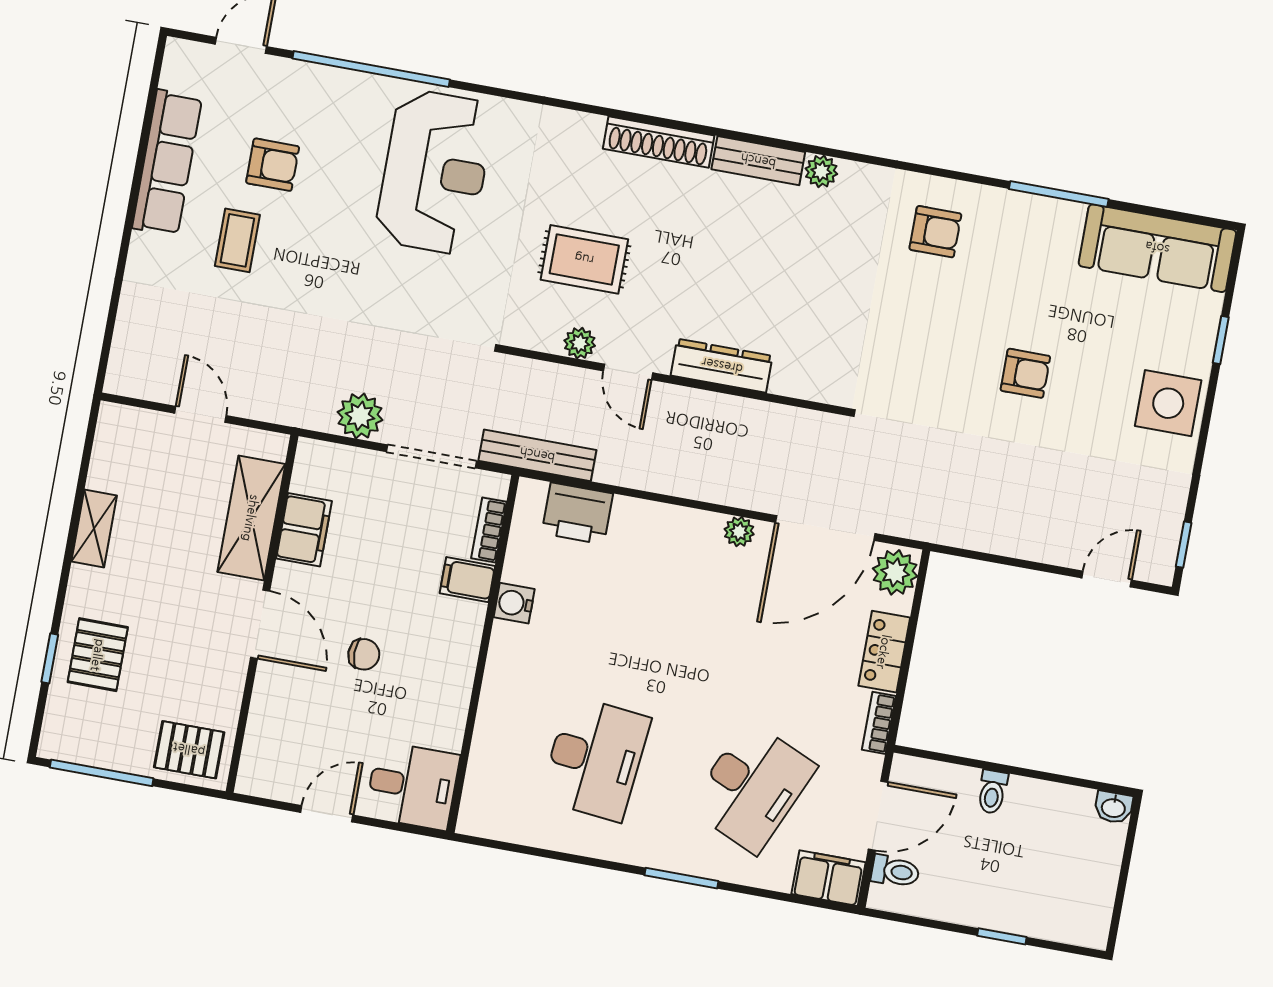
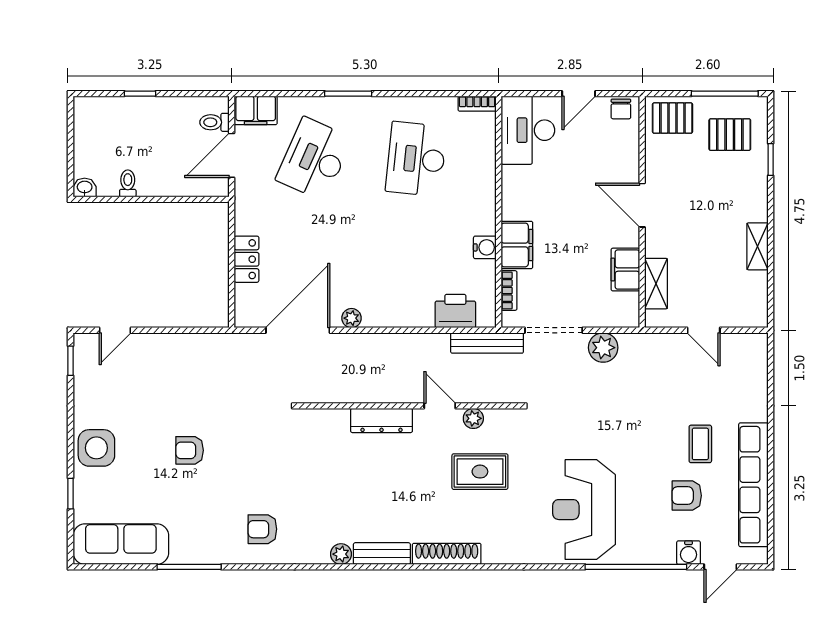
water cooler: (286, 76) -> (689, 553), added
row of seats: (167, 163) -> (753, 485), width x1.36
shelving: (251, 518) -> (656, 284), width x0.67, depth x0.75
plant: (895, 572) -> (249, 310), removed
filing cabinet: (467, 580) -> (517, 245), width x2.00
chair: (364, 654) -> (621, 109), moved, turned -90
pallet: (98, 655) -> (730, 135), moved, turned 90
bookcase: (879, 723) -> (477, 104), moved, turned 90
desk: (412, 786) -> (528, 130), width x1.37
toilet: (992, 792) -> (128, 183), moved

